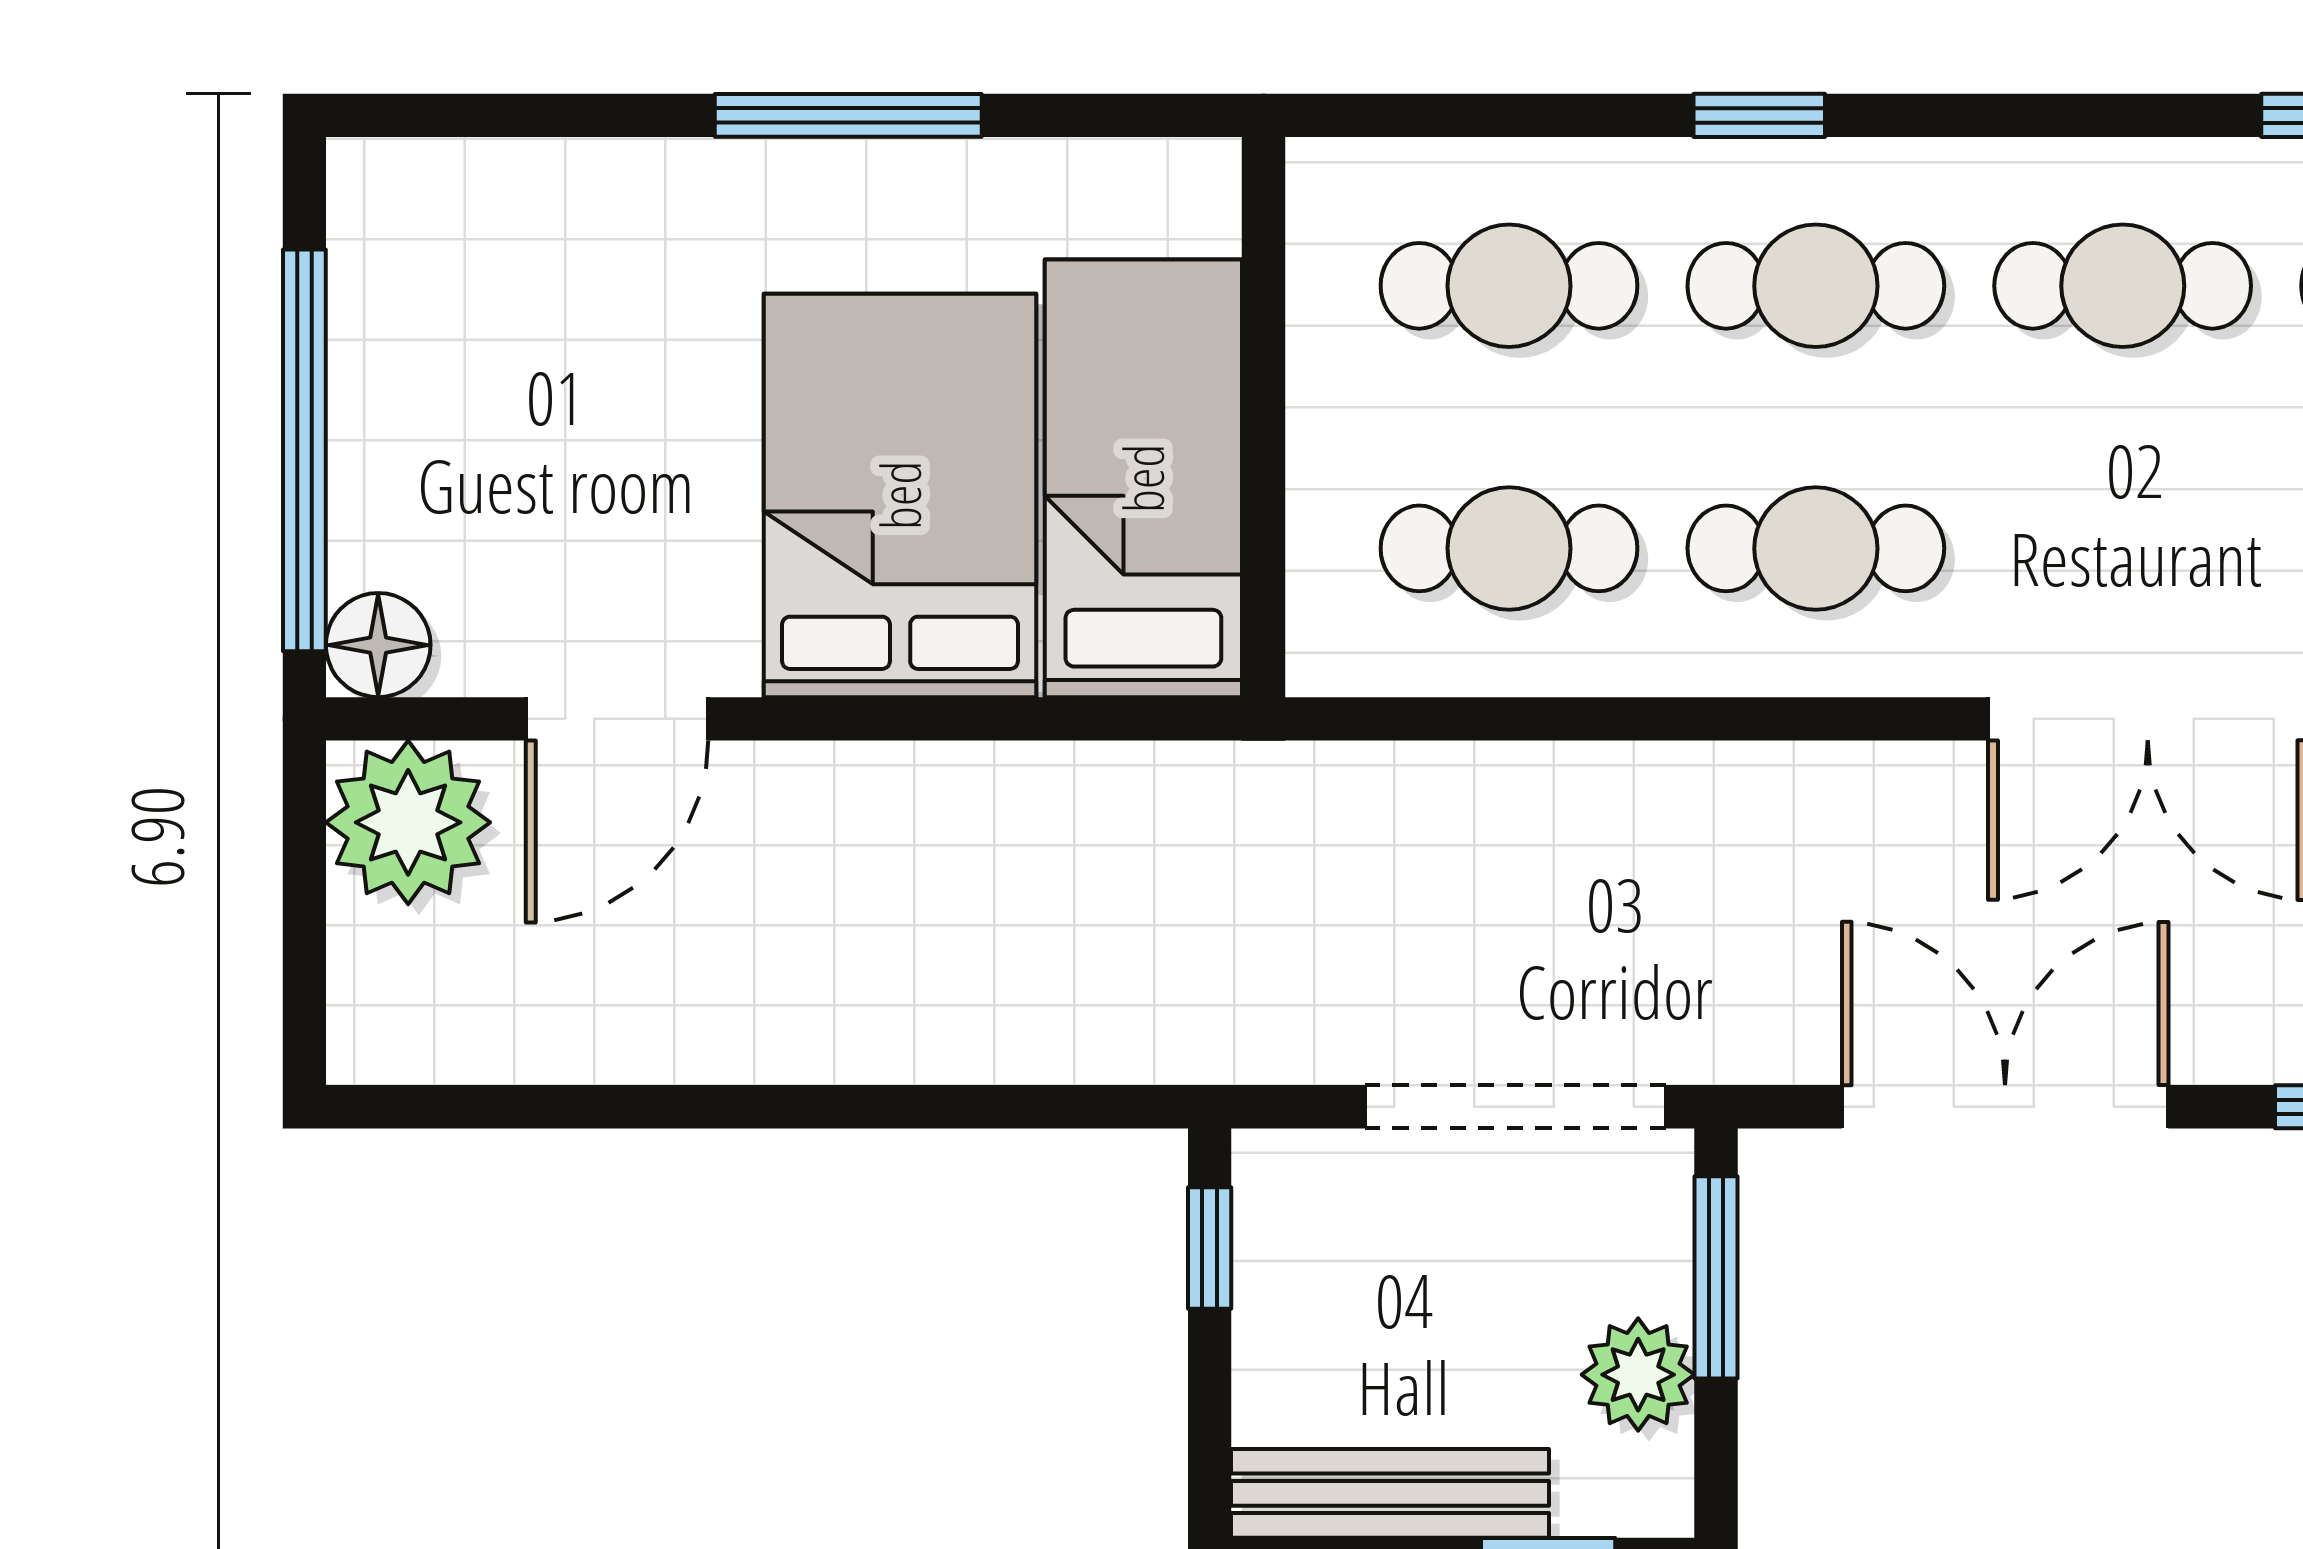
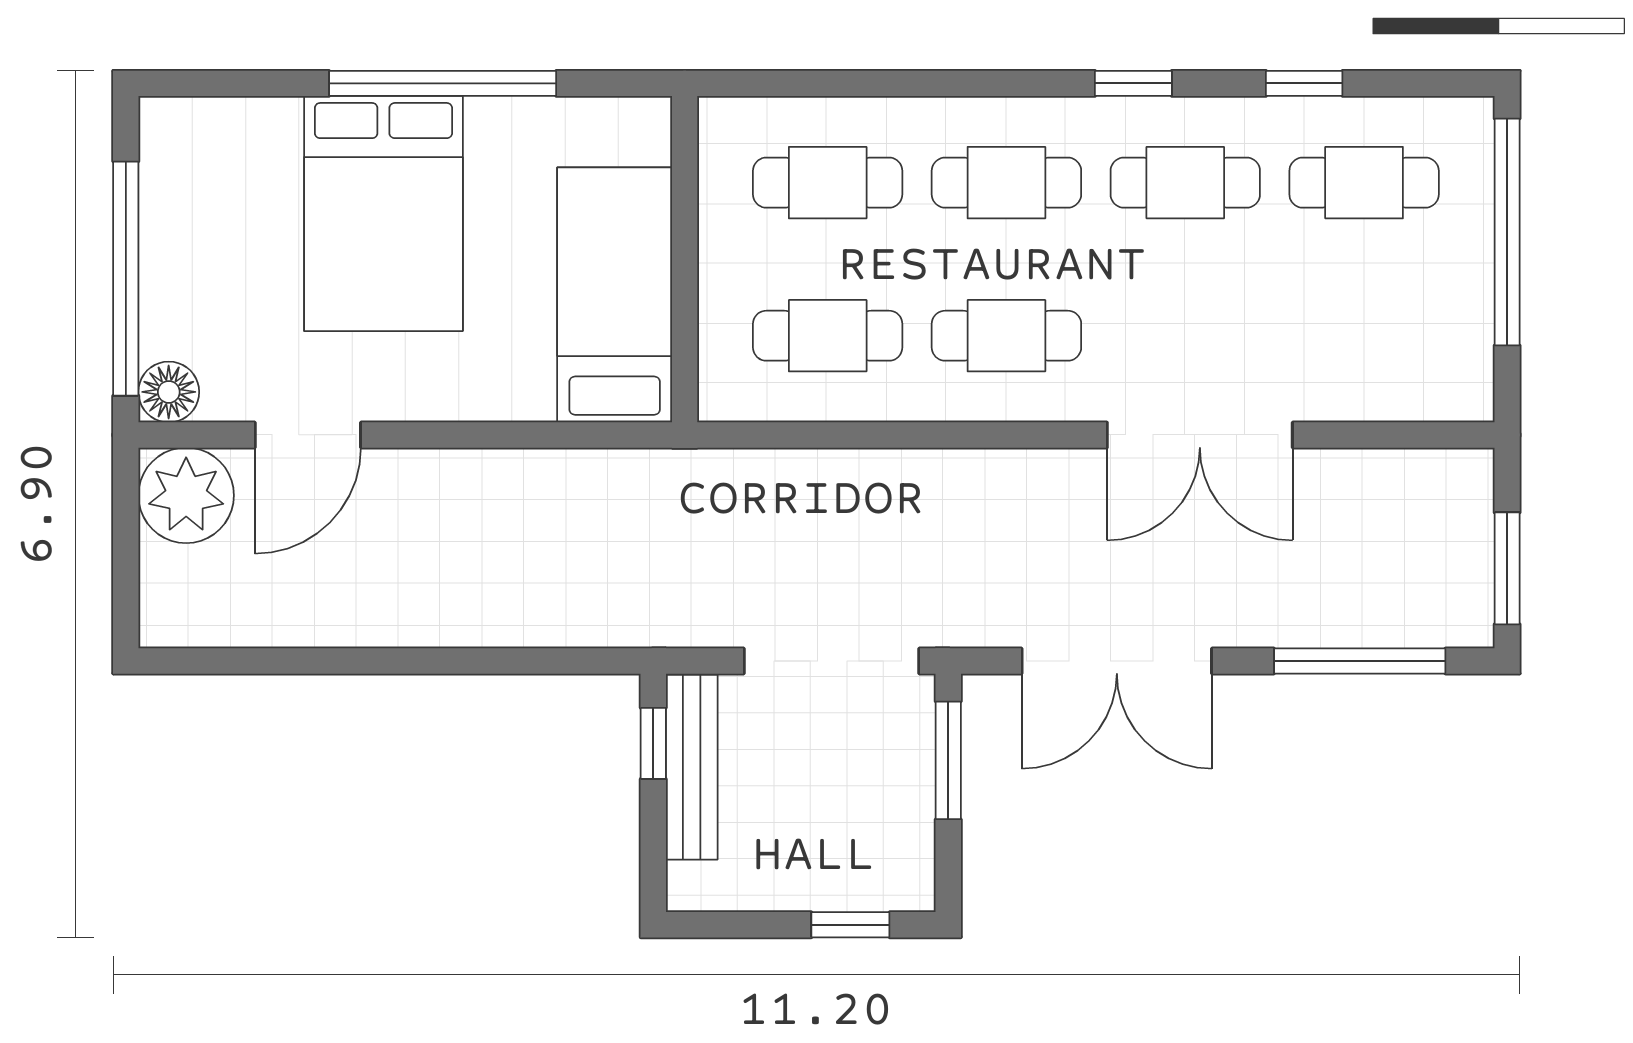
window: (848, 115) -> (443, 83), width x1.46
window: (1759, 115) -> (1133, 83), moved
bed: (900, 495) -> (383, 213), moved, turned 180
double door: (2005, 1107) -> (1117, 661), swing flipped
plant: (1638, 1375) -> (903, 817), removed
bench: (1390, 1493) -> (692, 767), moved, turned 90

